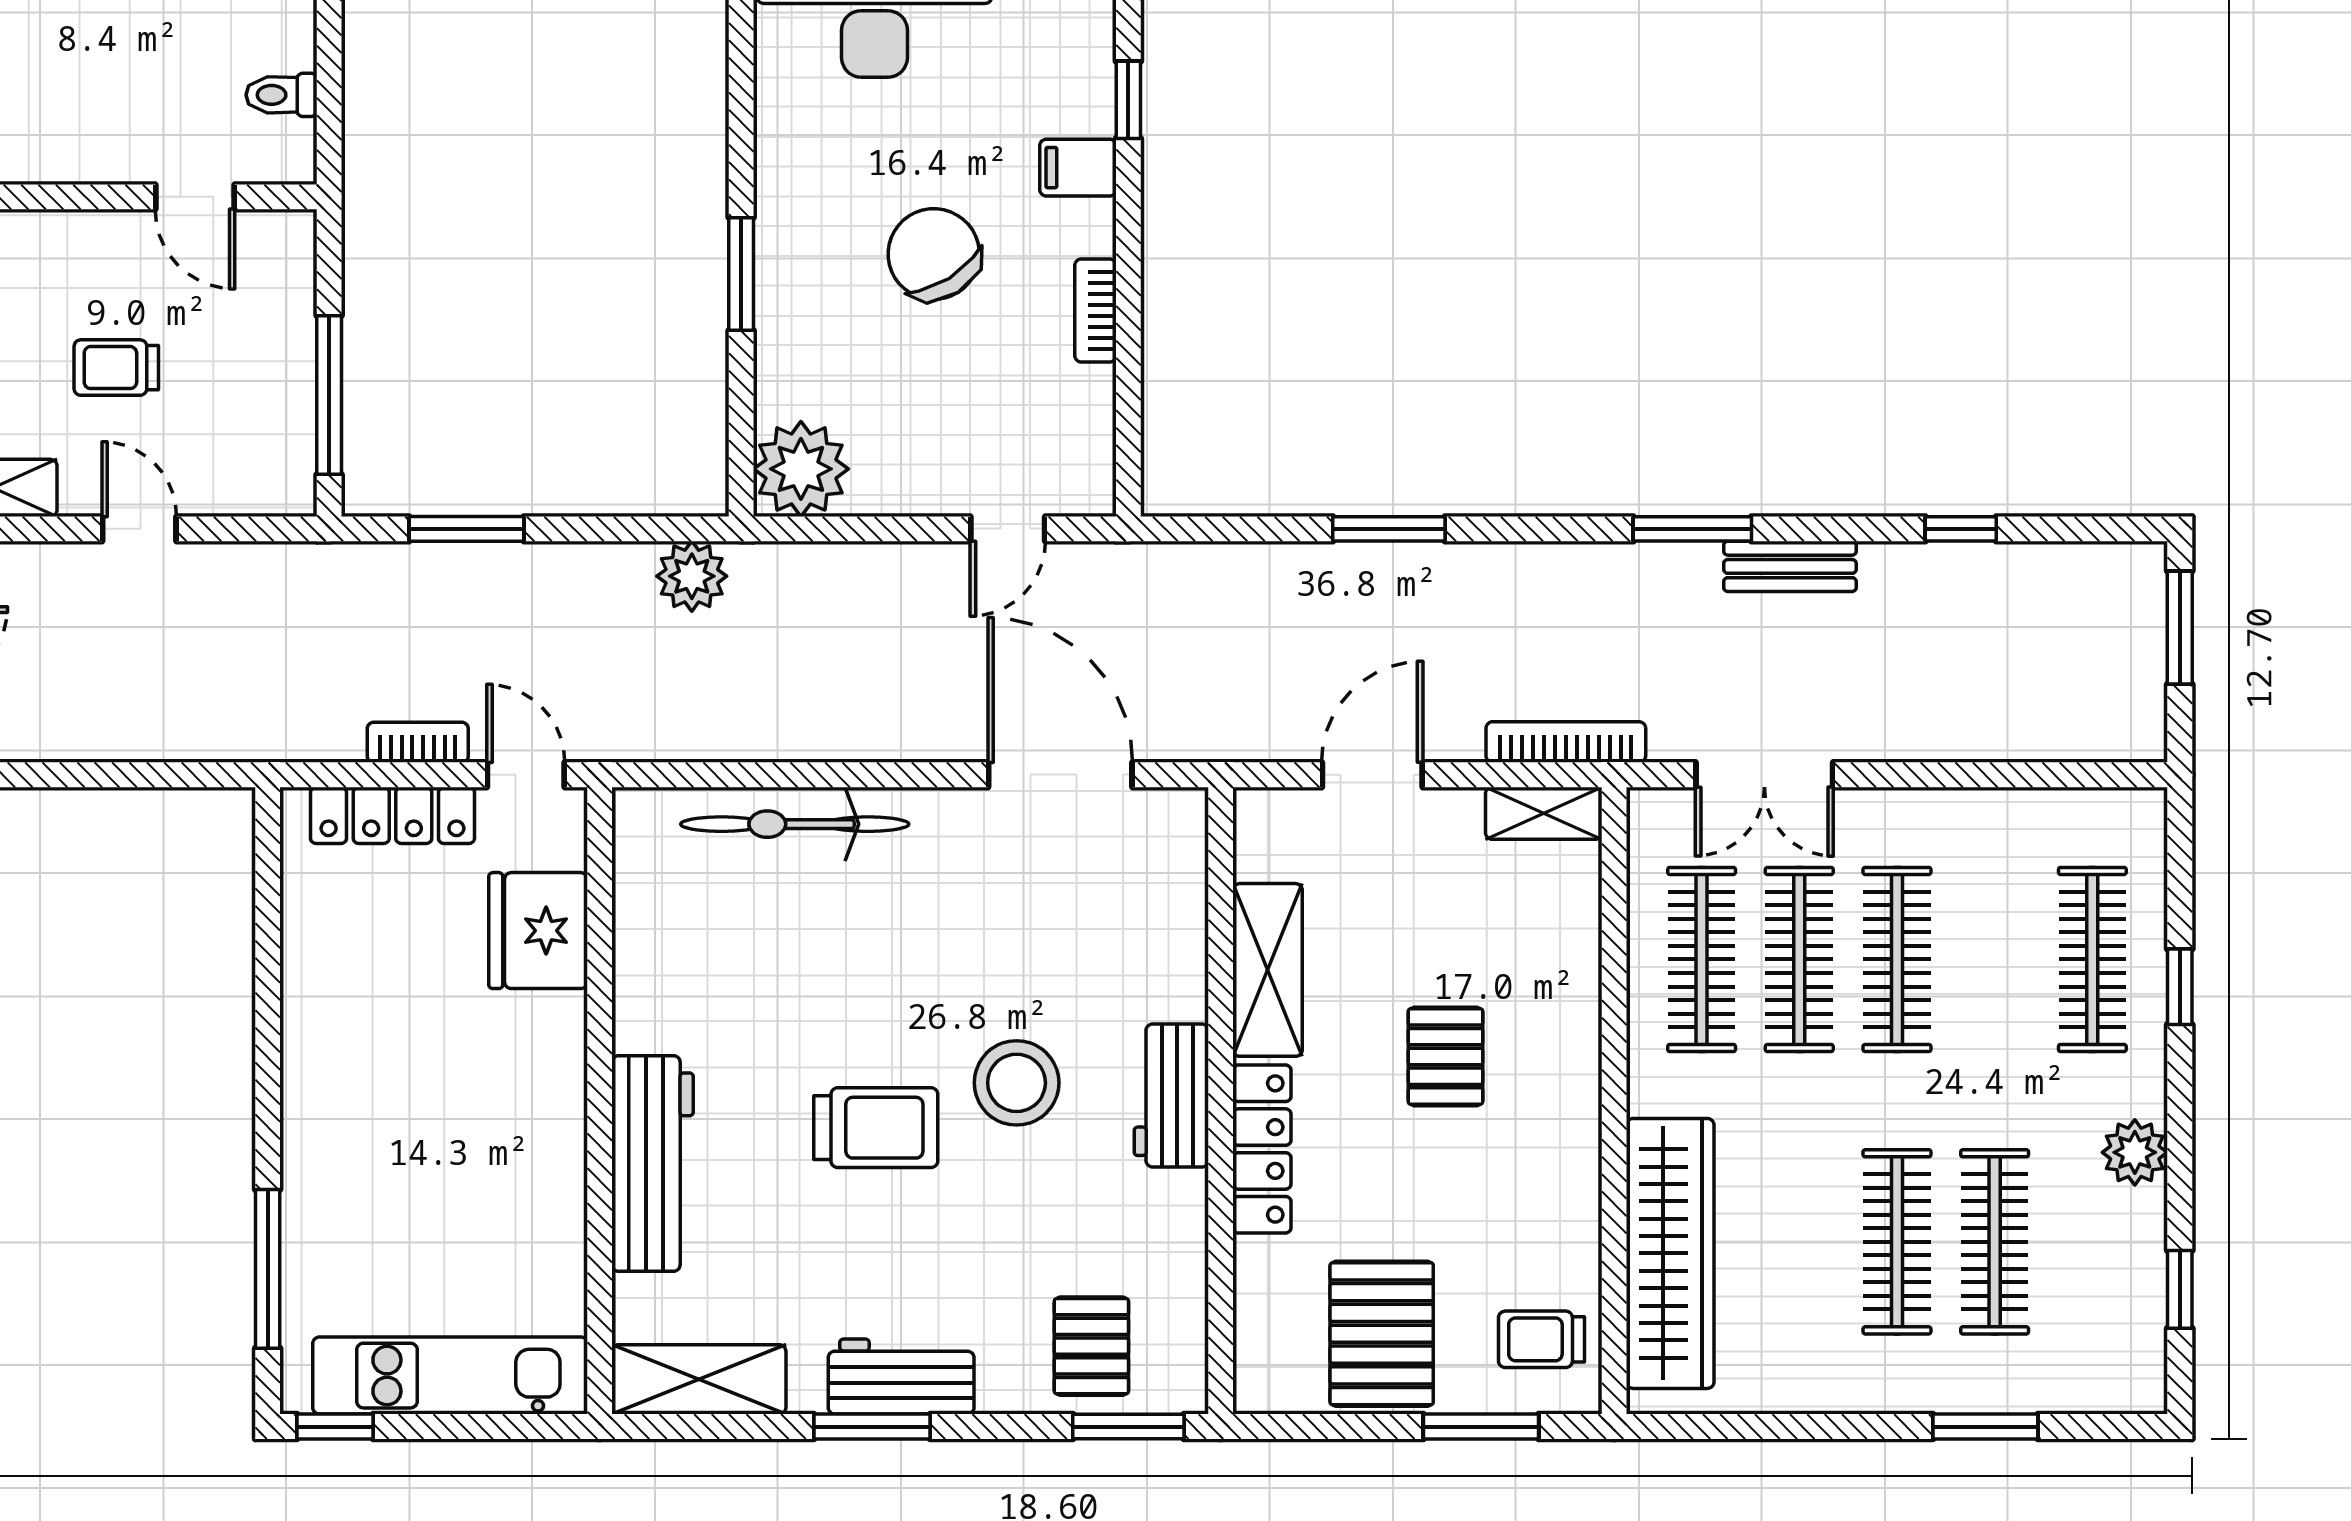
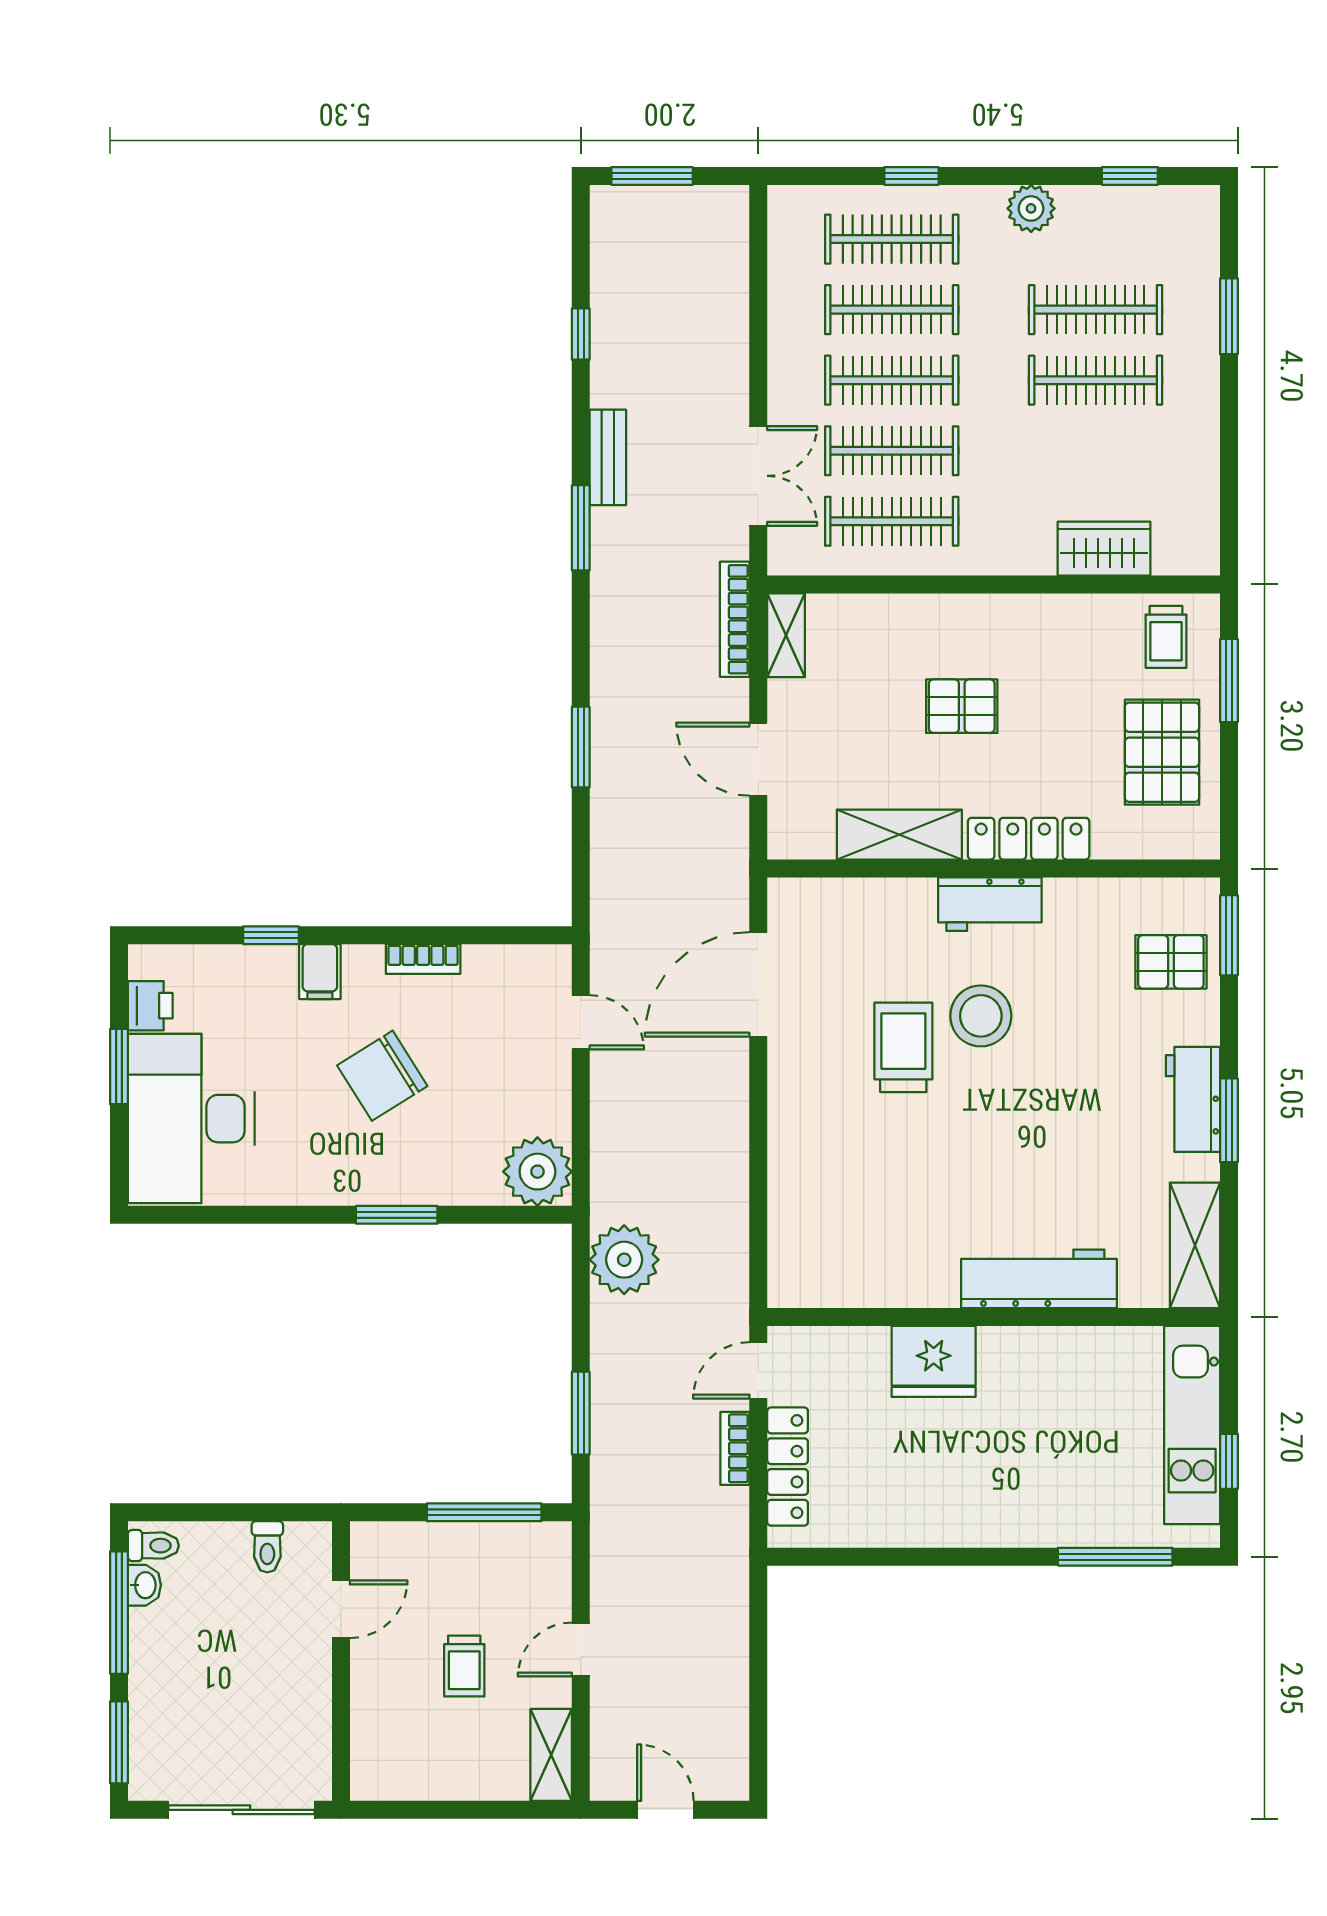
plant: (692, 576) -> (624, 1260), width x1.36, depth x1.36
bicycle: (795, 824) -> (794, 1176), removed
fridge: (538, 931) -> (934, 1361), moved
clothes rail: (1995, 959) -> (892, 310), added
trolley: (876, 1128) -> (903, 1047), moved
wardrobe: (1670, 1253) -> (1104, 549), width x0.48, depth x0.85
pallet: (1382, 1334) -> (1162, 752), turned 90
window: (335, 1427) -> (1229, 1461), moved

